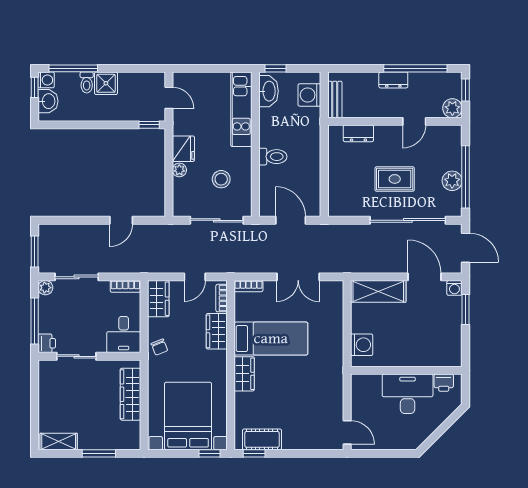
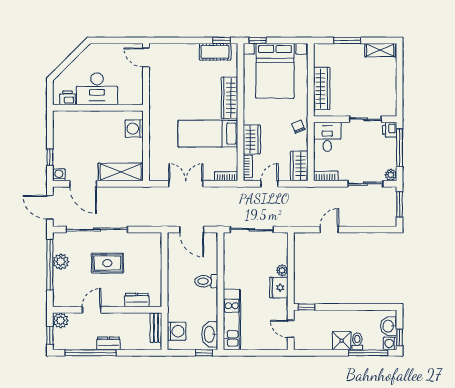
stool: (221, 179) -> (248, 263), removed
window: (466, 309) -> (50, 157), width x0.67
wardrobe: (244, 374) -> (229, 98), width x1.50

